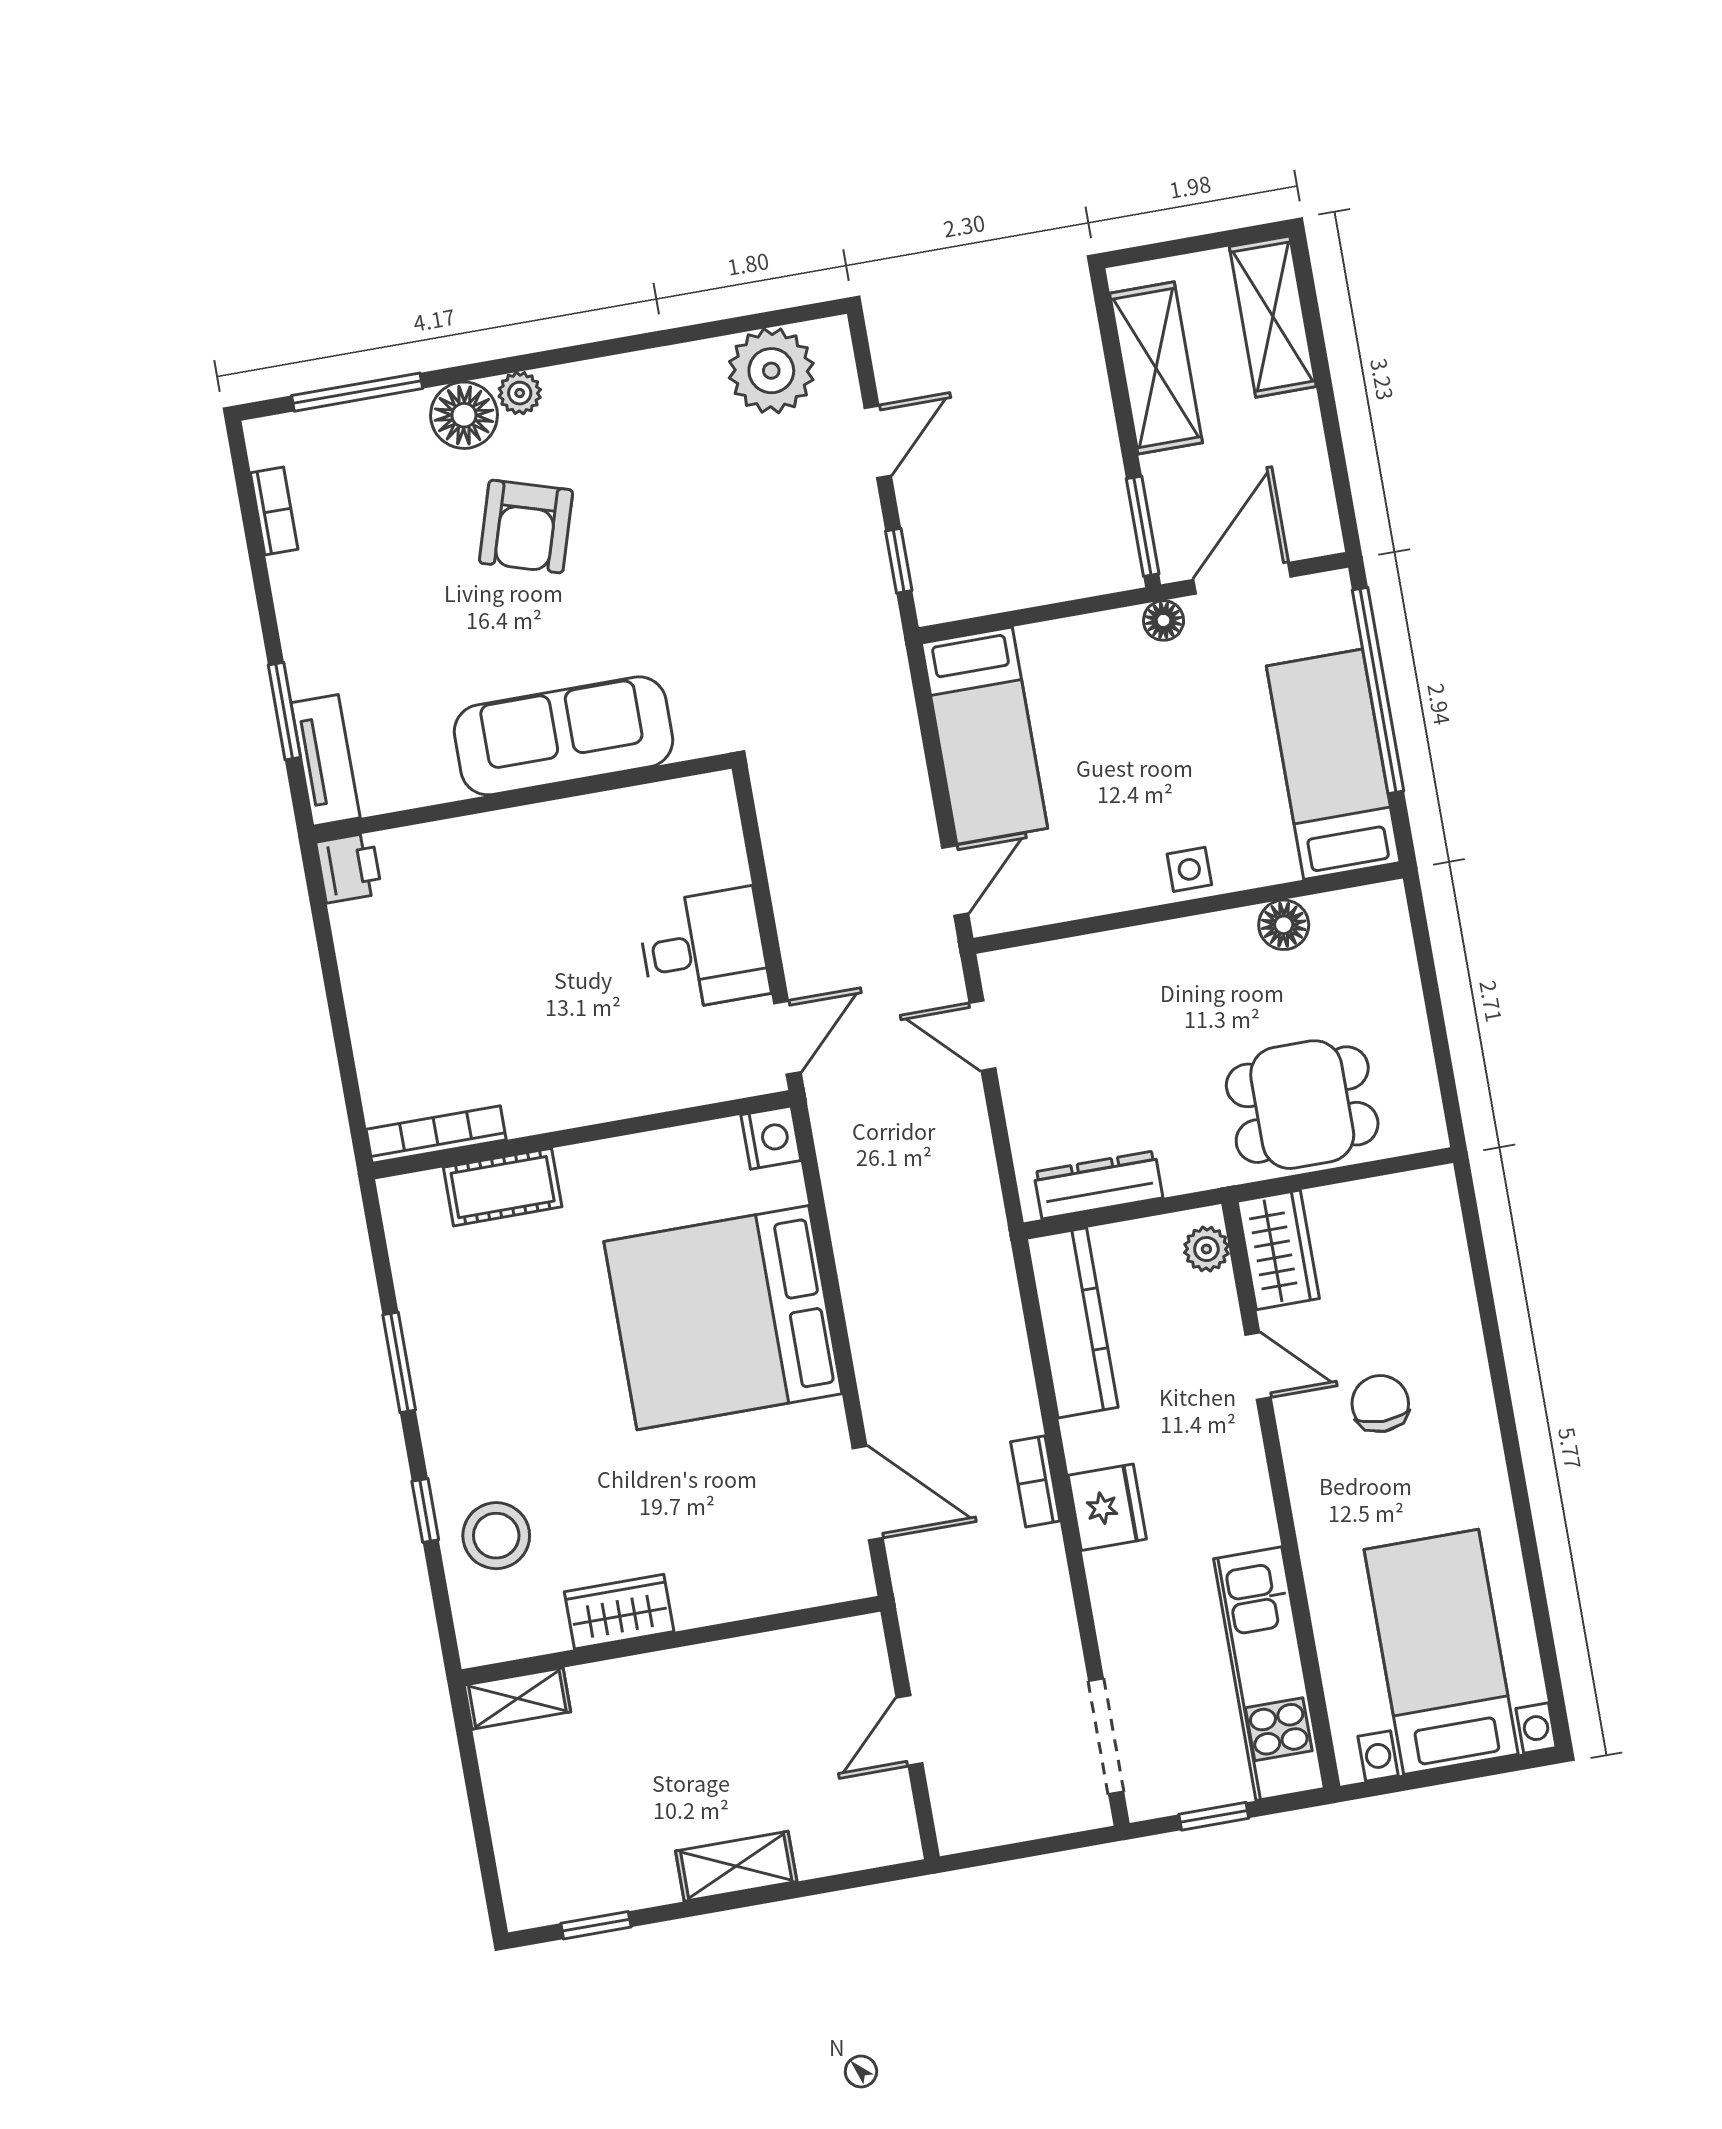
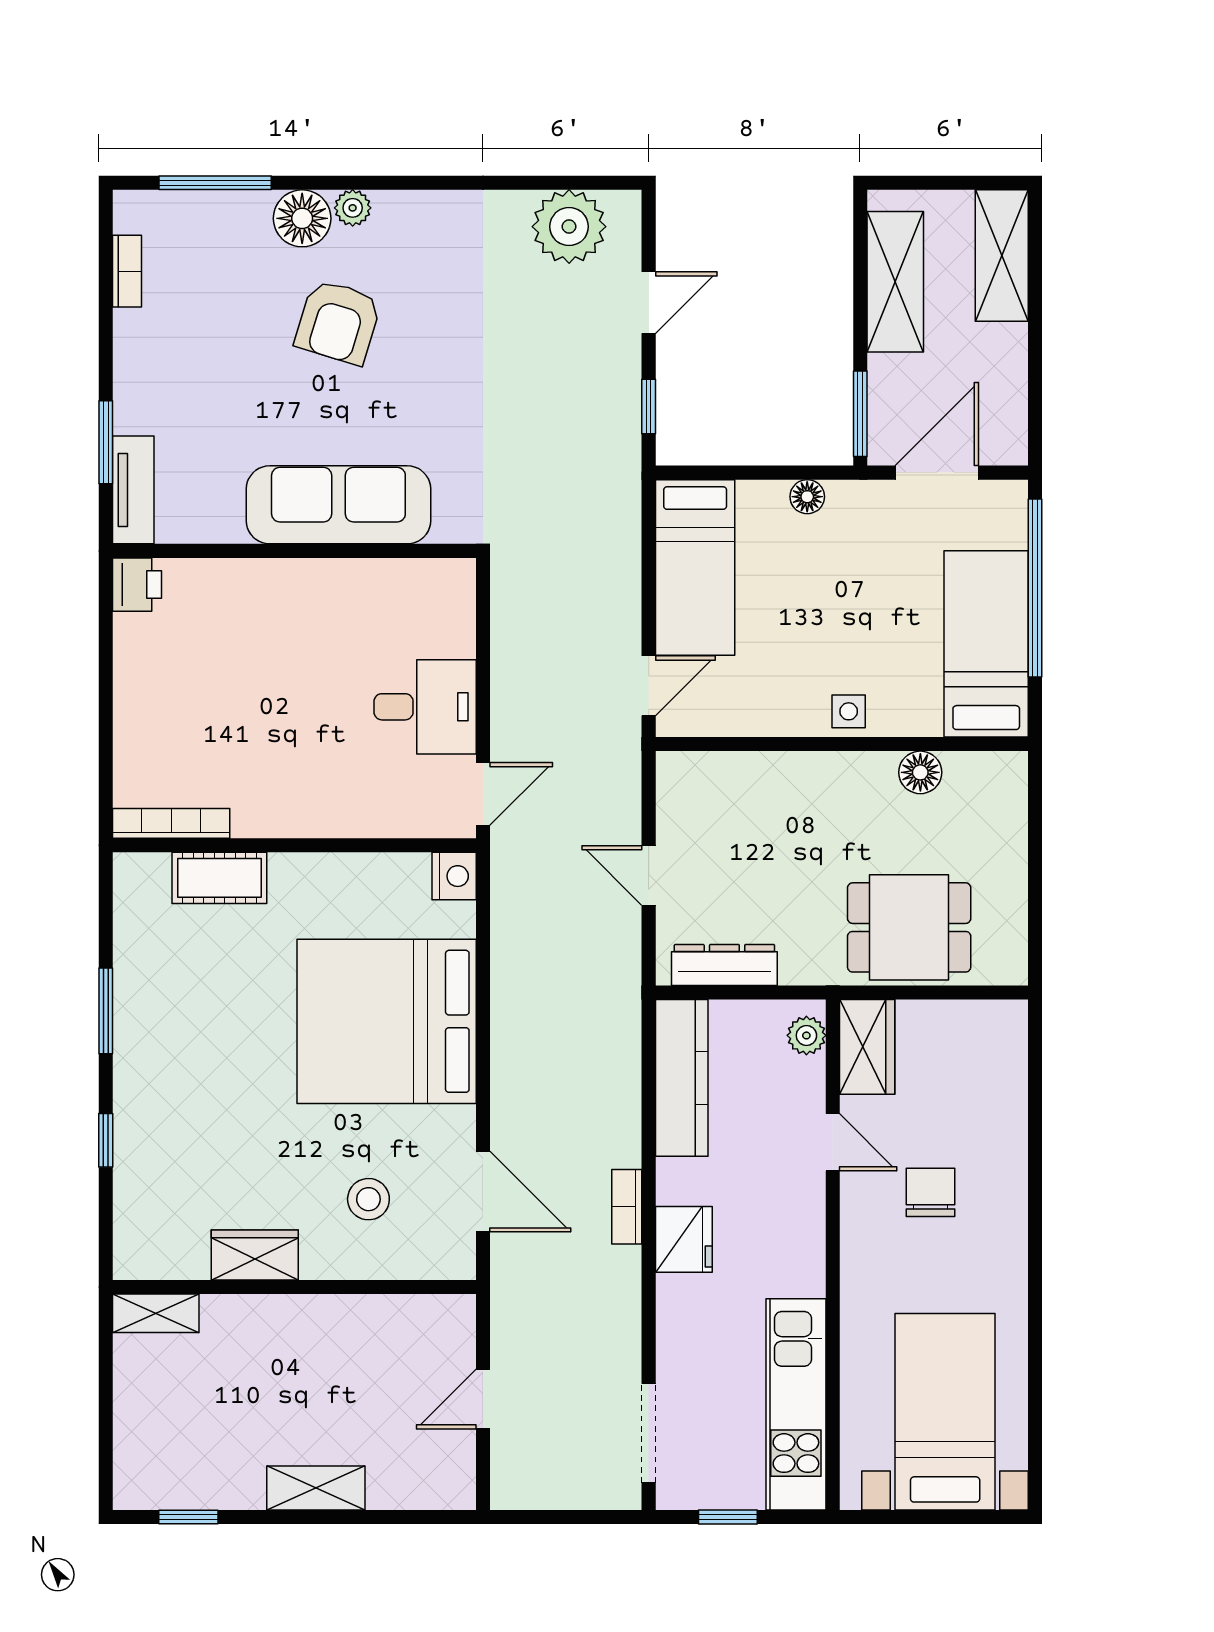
floor lamp: (1164, 620) -> (807, 497), moved
door: (983, 1036) -> (649, 876), moved
stool: (496, 1536) -> (368, 1199), moved, width x0.73, depth x0.73

